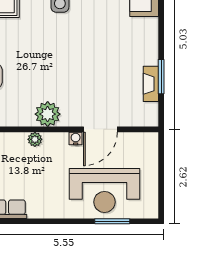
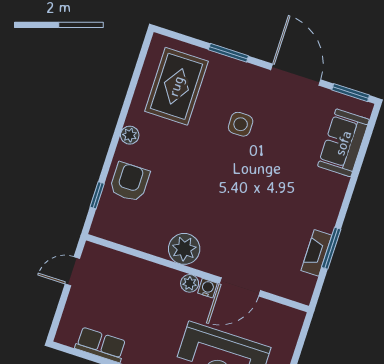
plant: (35, 139) -> (190, 283), moved

